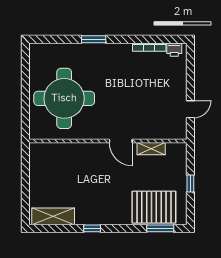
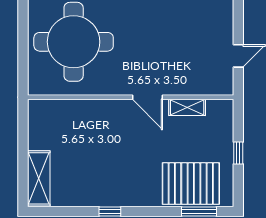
shelving: (53, 216) -> (39, 178), moved, turned 90

